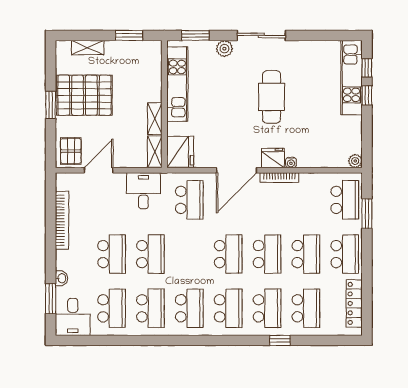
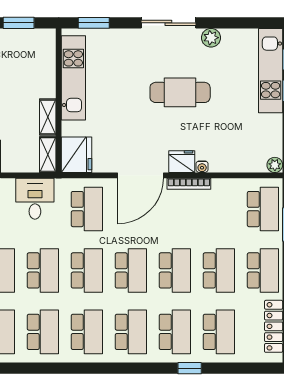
plant: (224, 49) -> (211, 38), moved
cafe table: (272, 97) -> (180, 92), turned 90
school desk: (189, 254) -> (87, 270), added

